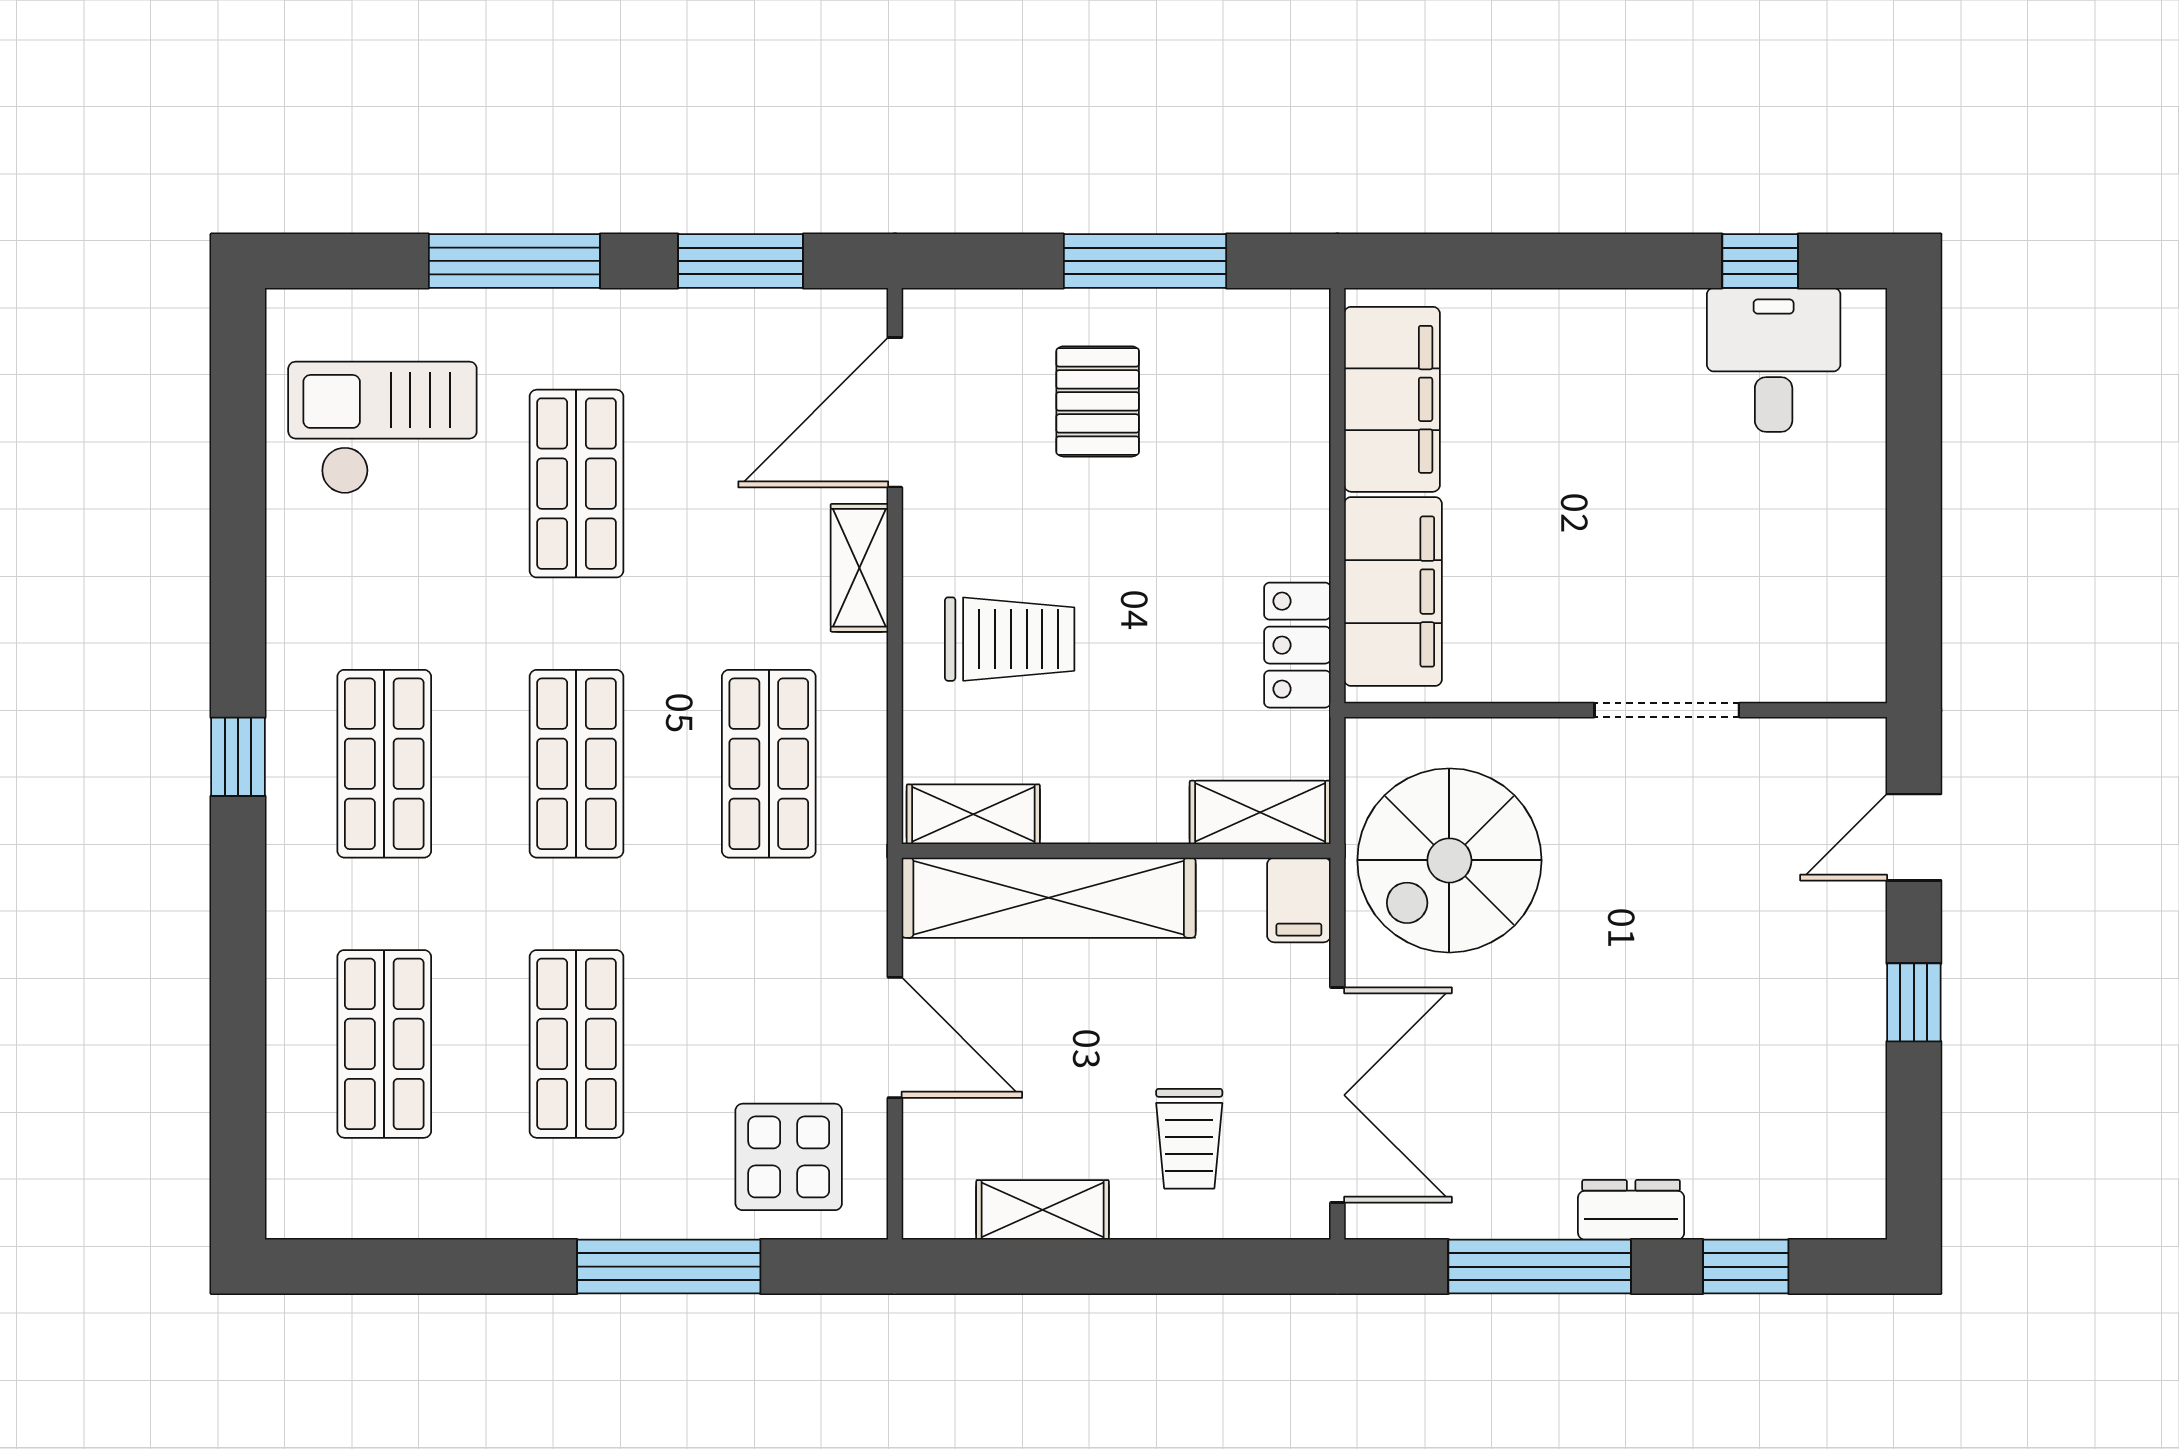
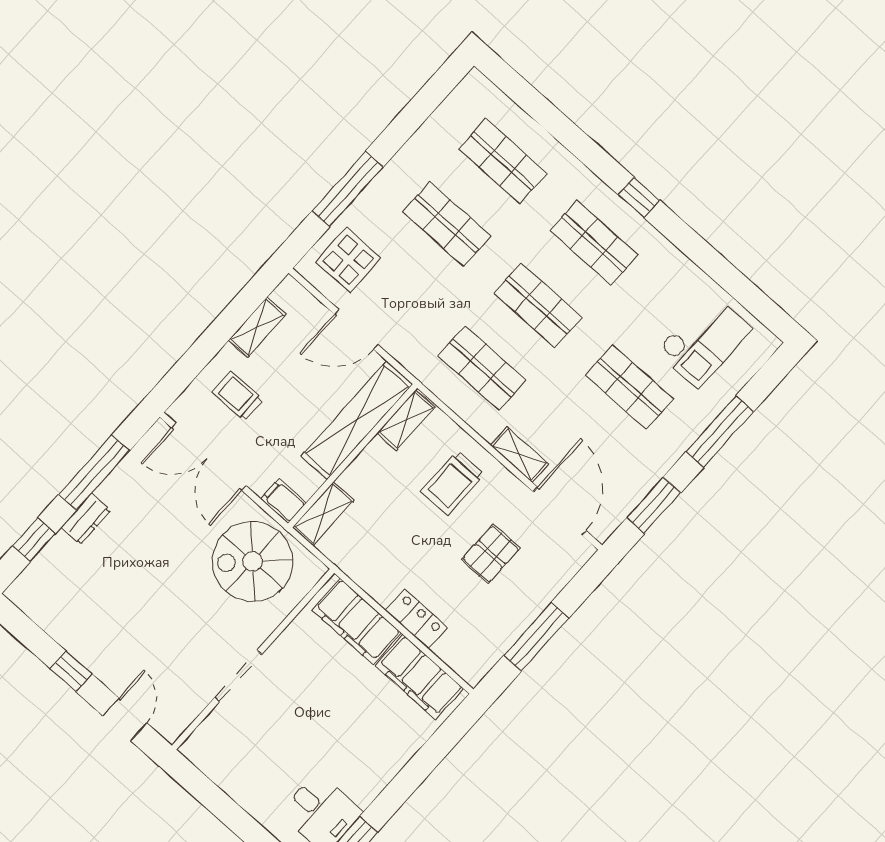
pallet: (1098, 401) -> (491, 554), moved, turned 90
locker: (1297, 645) -> (416, 619), moved
spiral stairs: (1449, 860) -> (253, 561), turned -90

